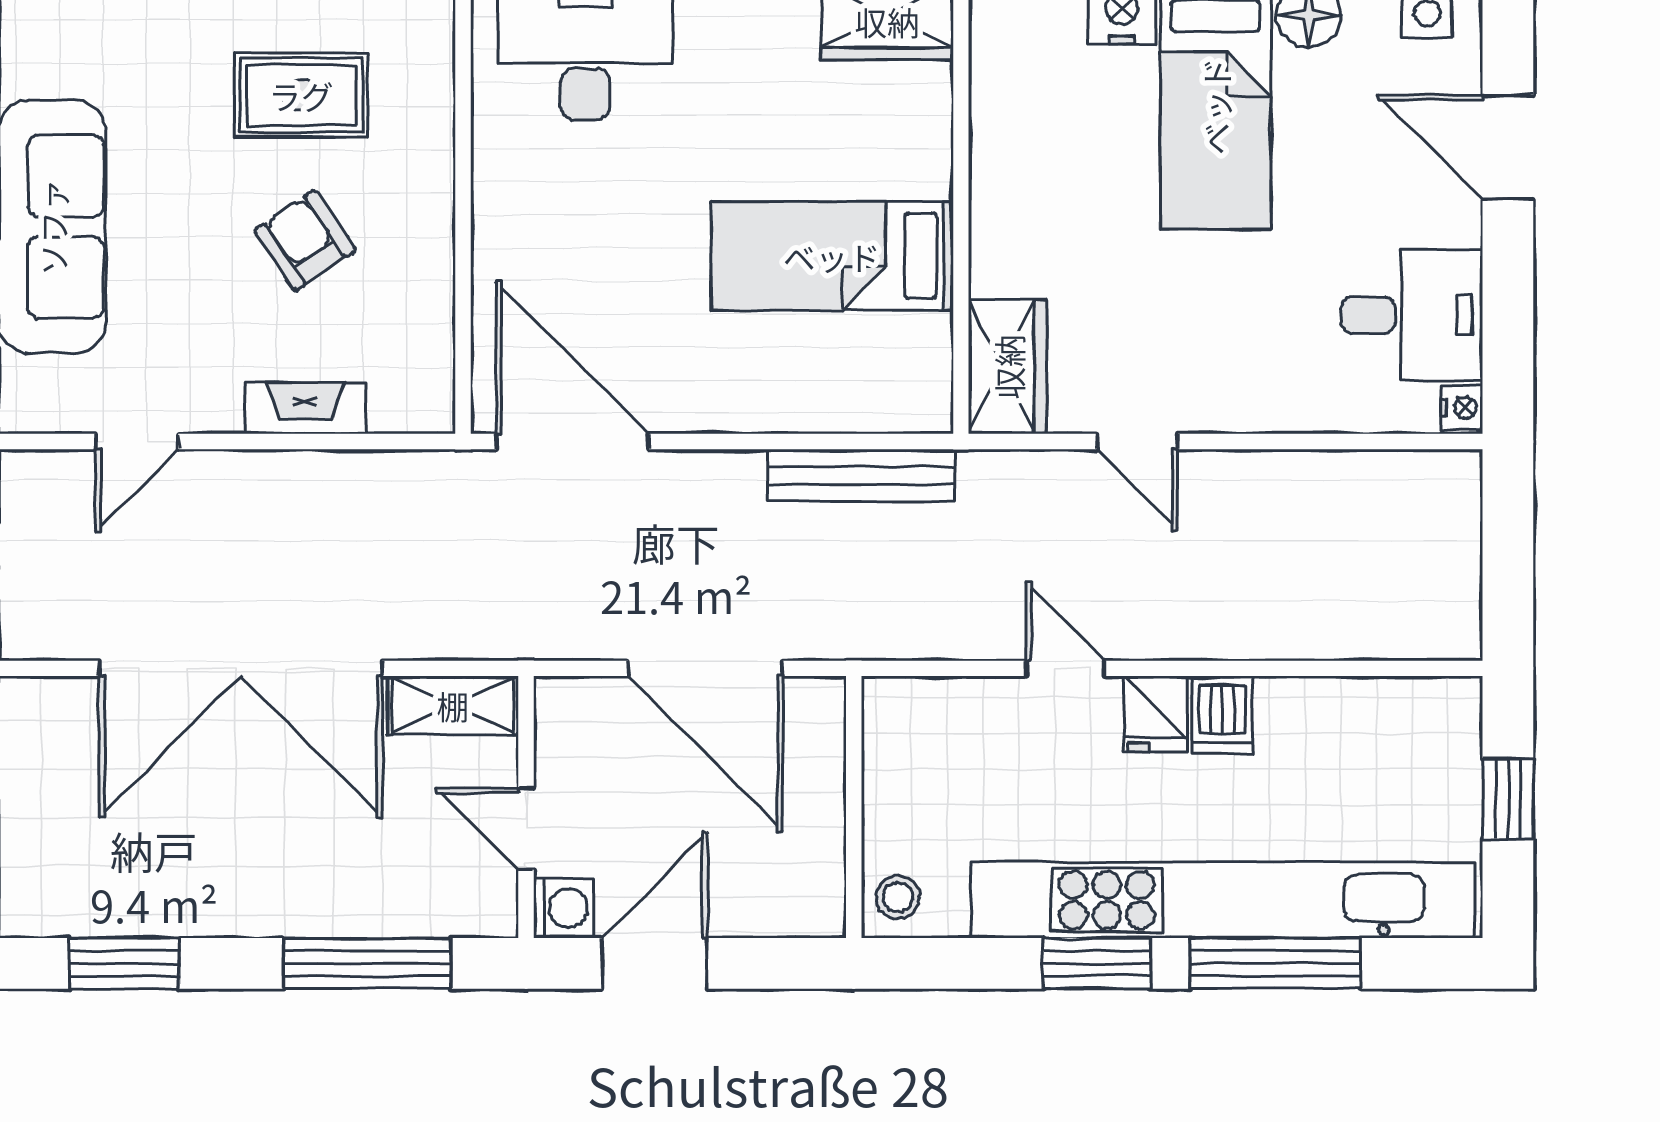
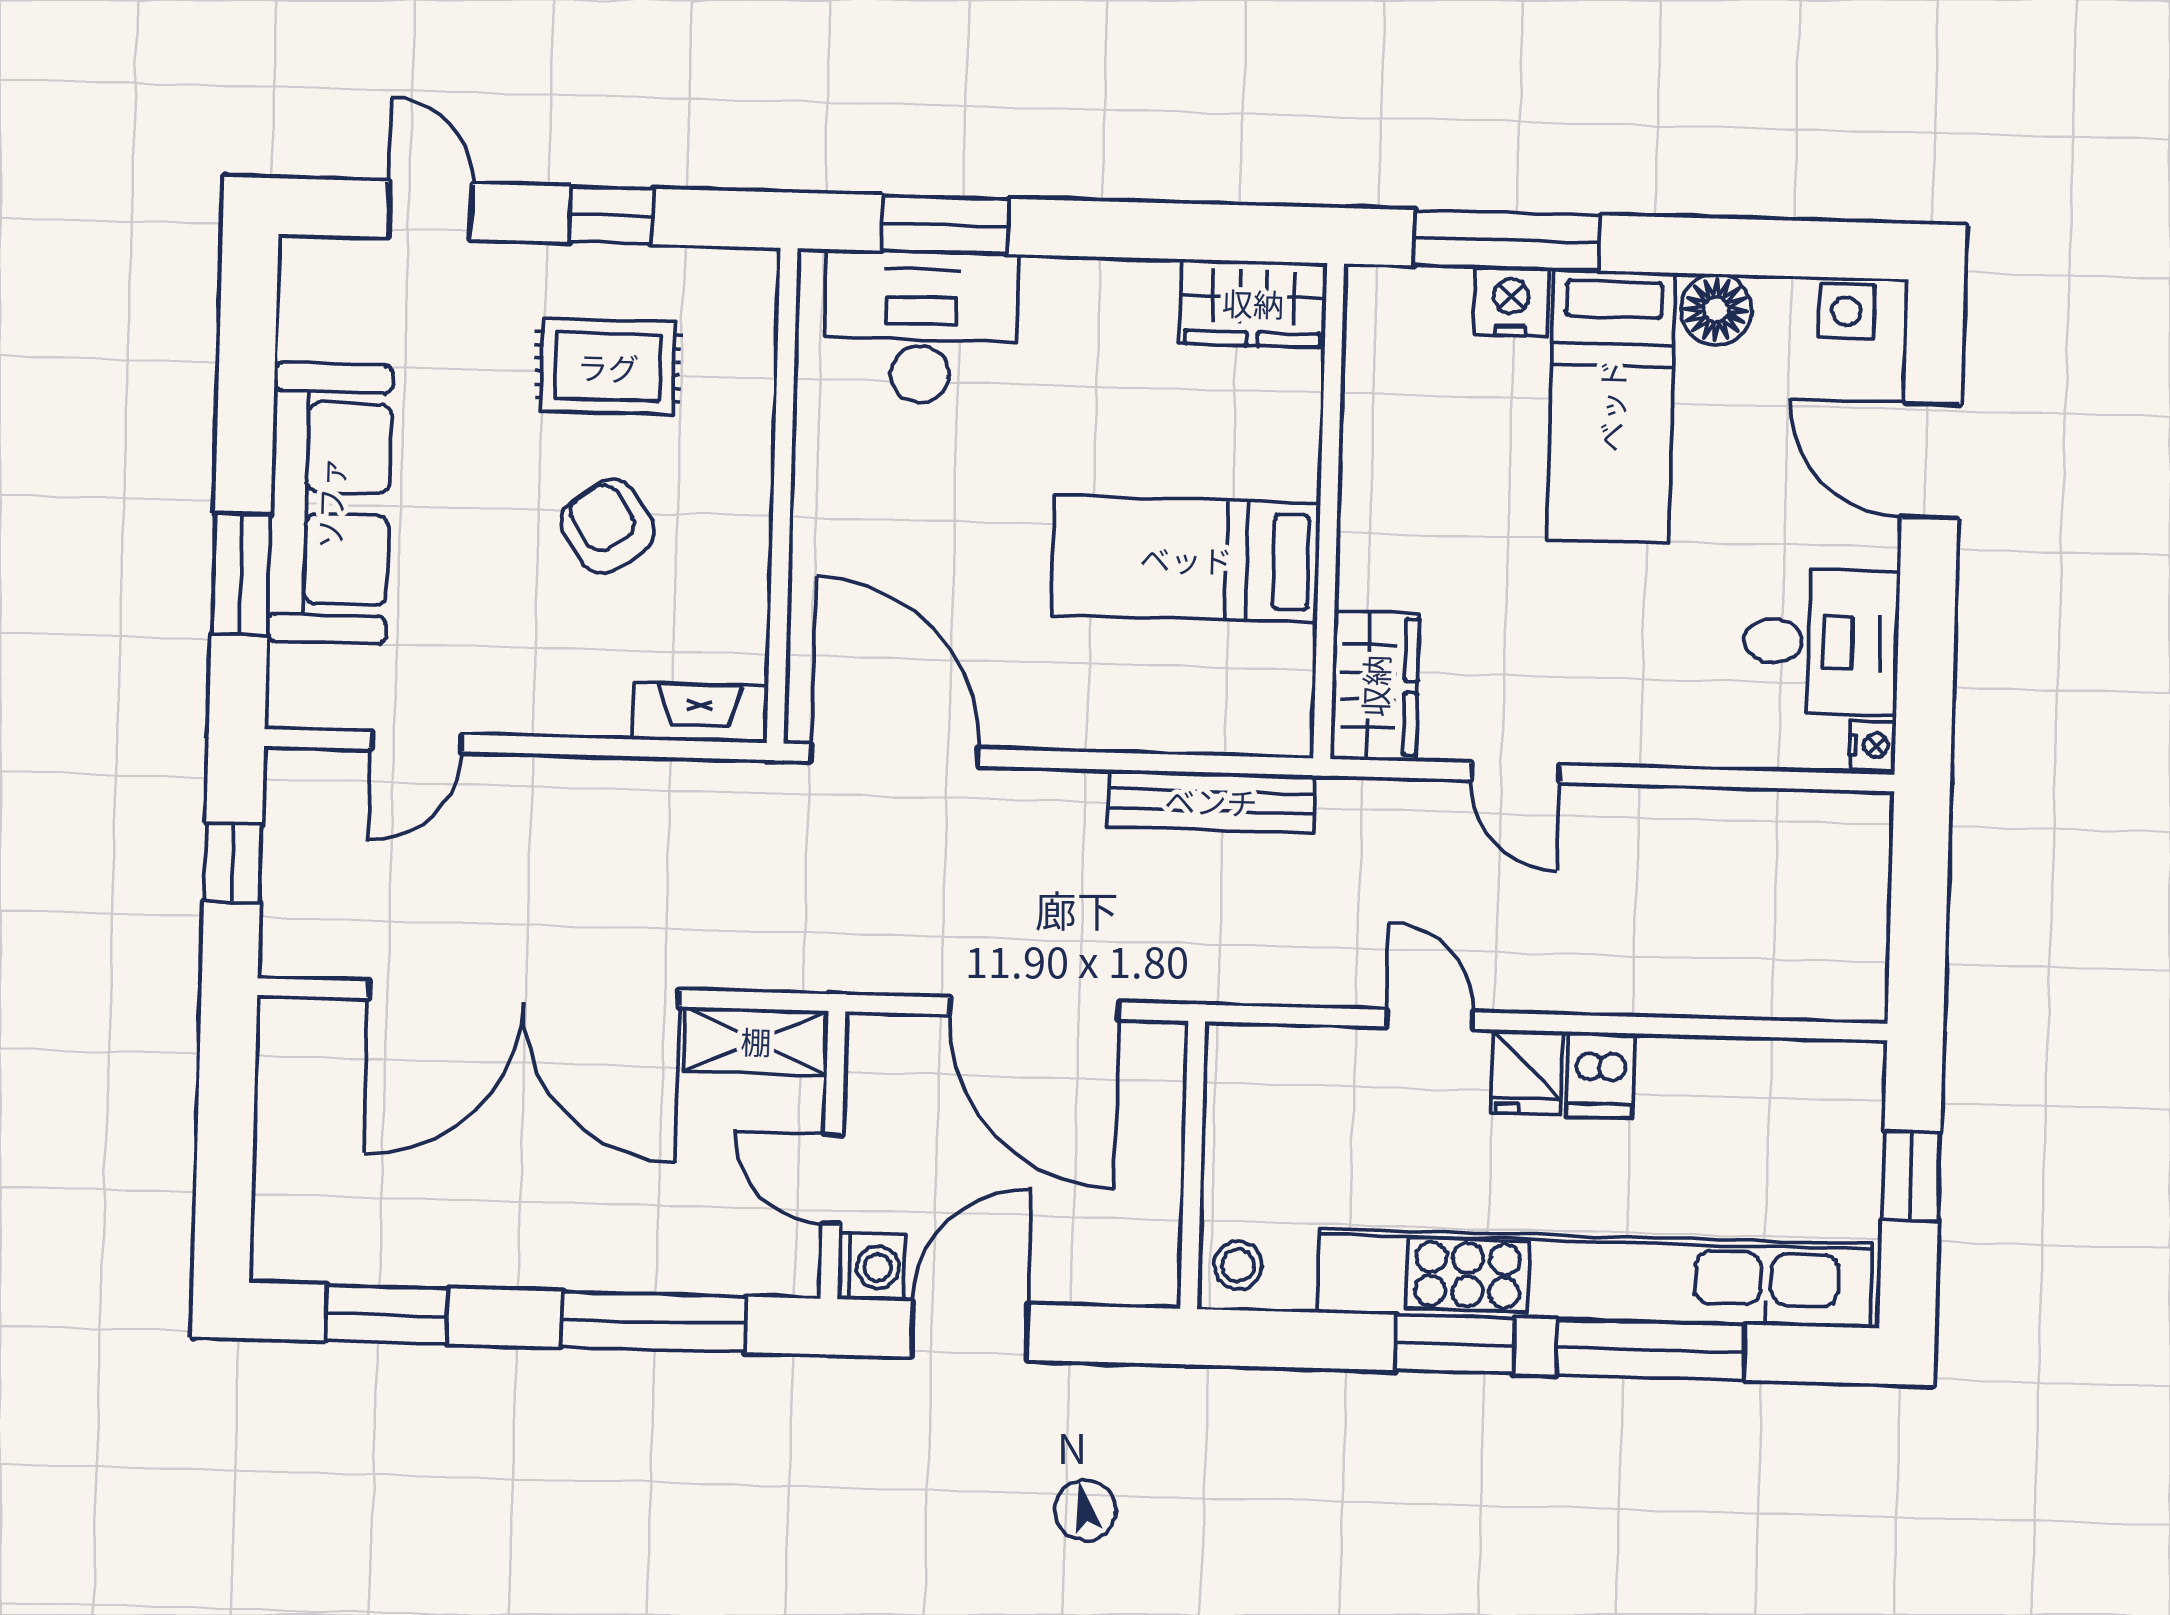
fireplace: (305, 408) -> (699, 713), moved

